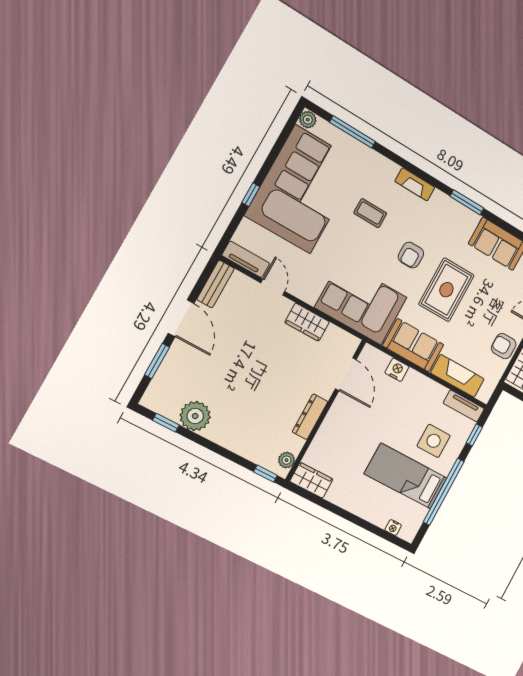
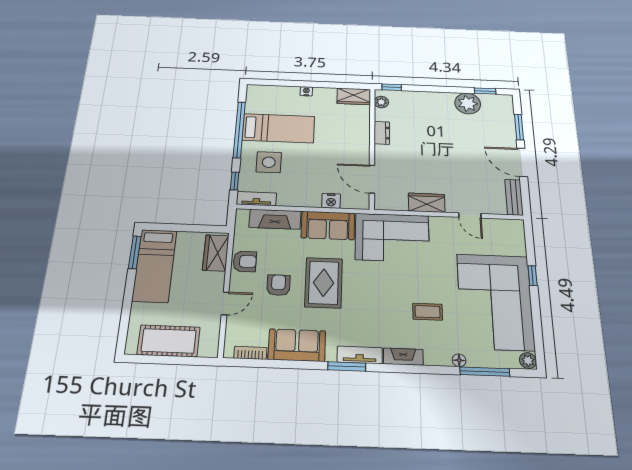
floor lamp: (369, 154) -> (459, 360), added
armchair: (411, 255) -> (278, 285), moved
tv unit: (246, 259) -> (360, 355), moved, turned 180
dresser: (310, 417) -> (382, 133), width x0.70
nightstand: (393, 528) -> (306, 91), moved

